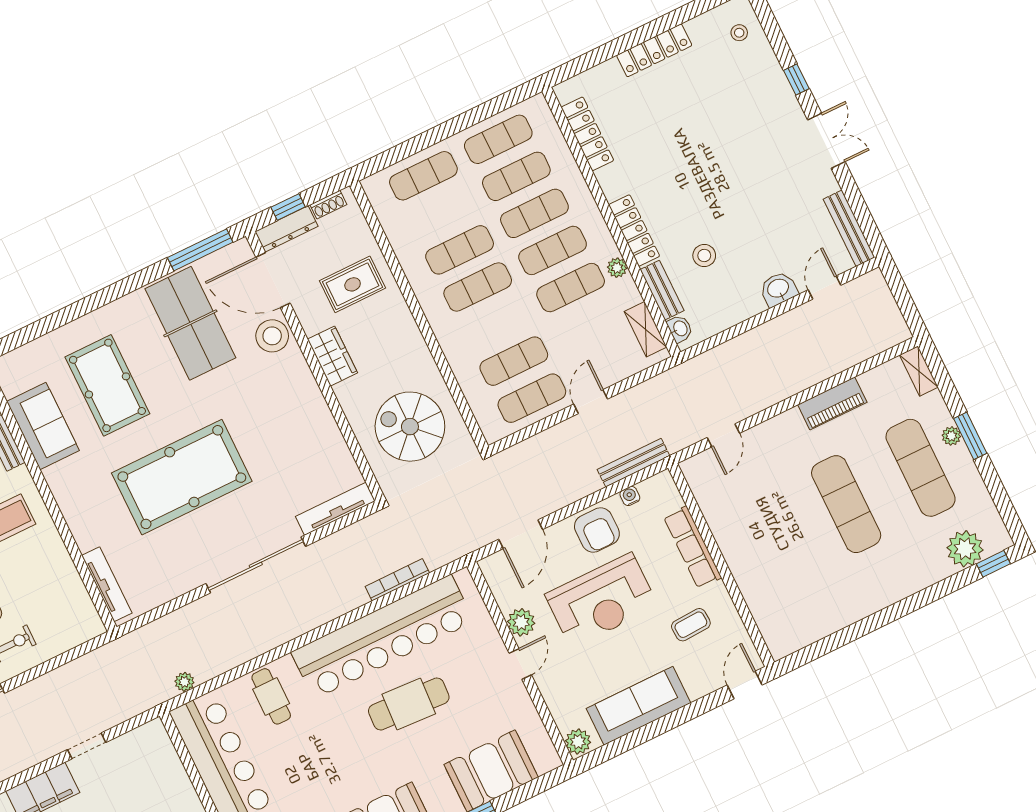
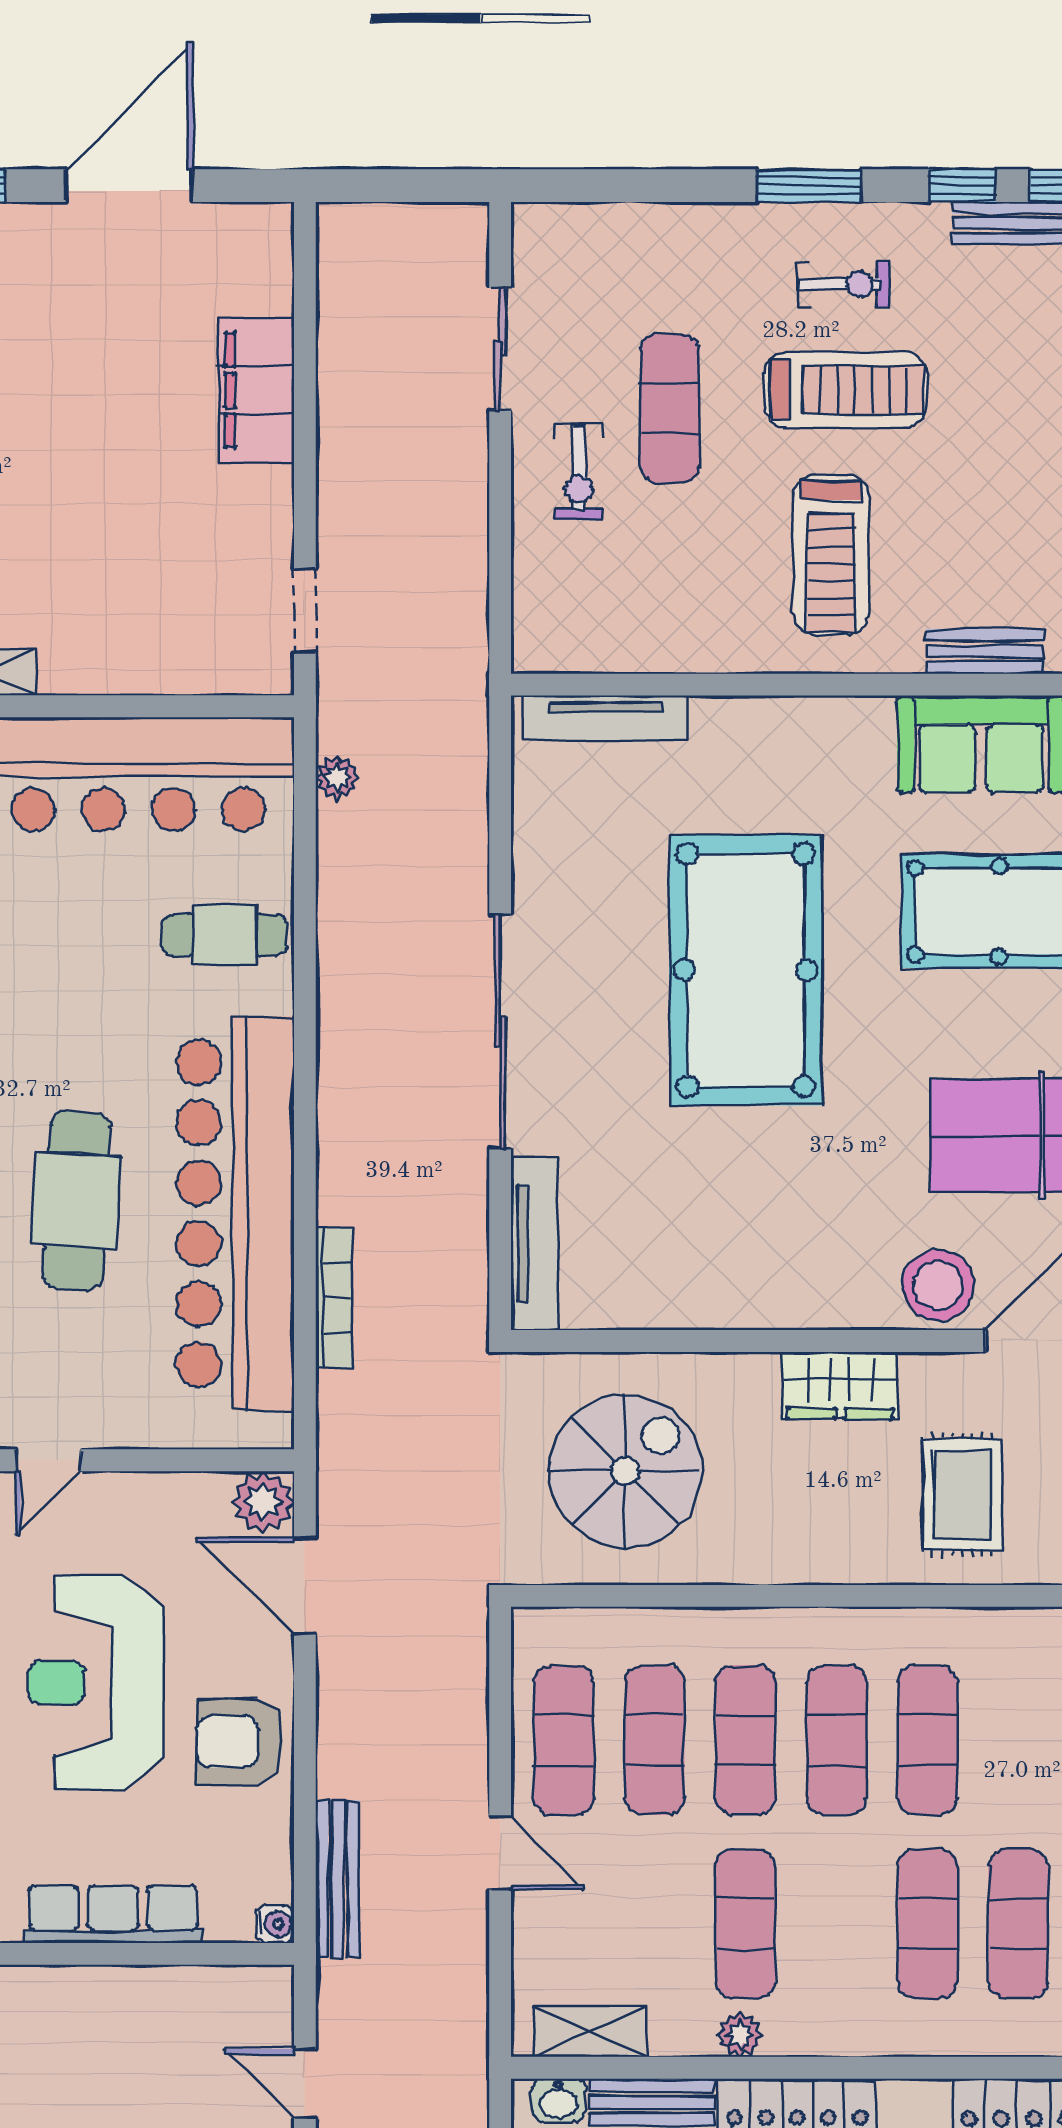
exercise mat: (553, 250) -> (746, 1740), moved
water cooler: (630, 496) -> (275, 1924), moved
plant: (521, 622) -> (263, 1502), moved
door: (520, 664) -> (48, 1460), hinge flipped
doorway: (87, 746) -> (305, 610), moved

